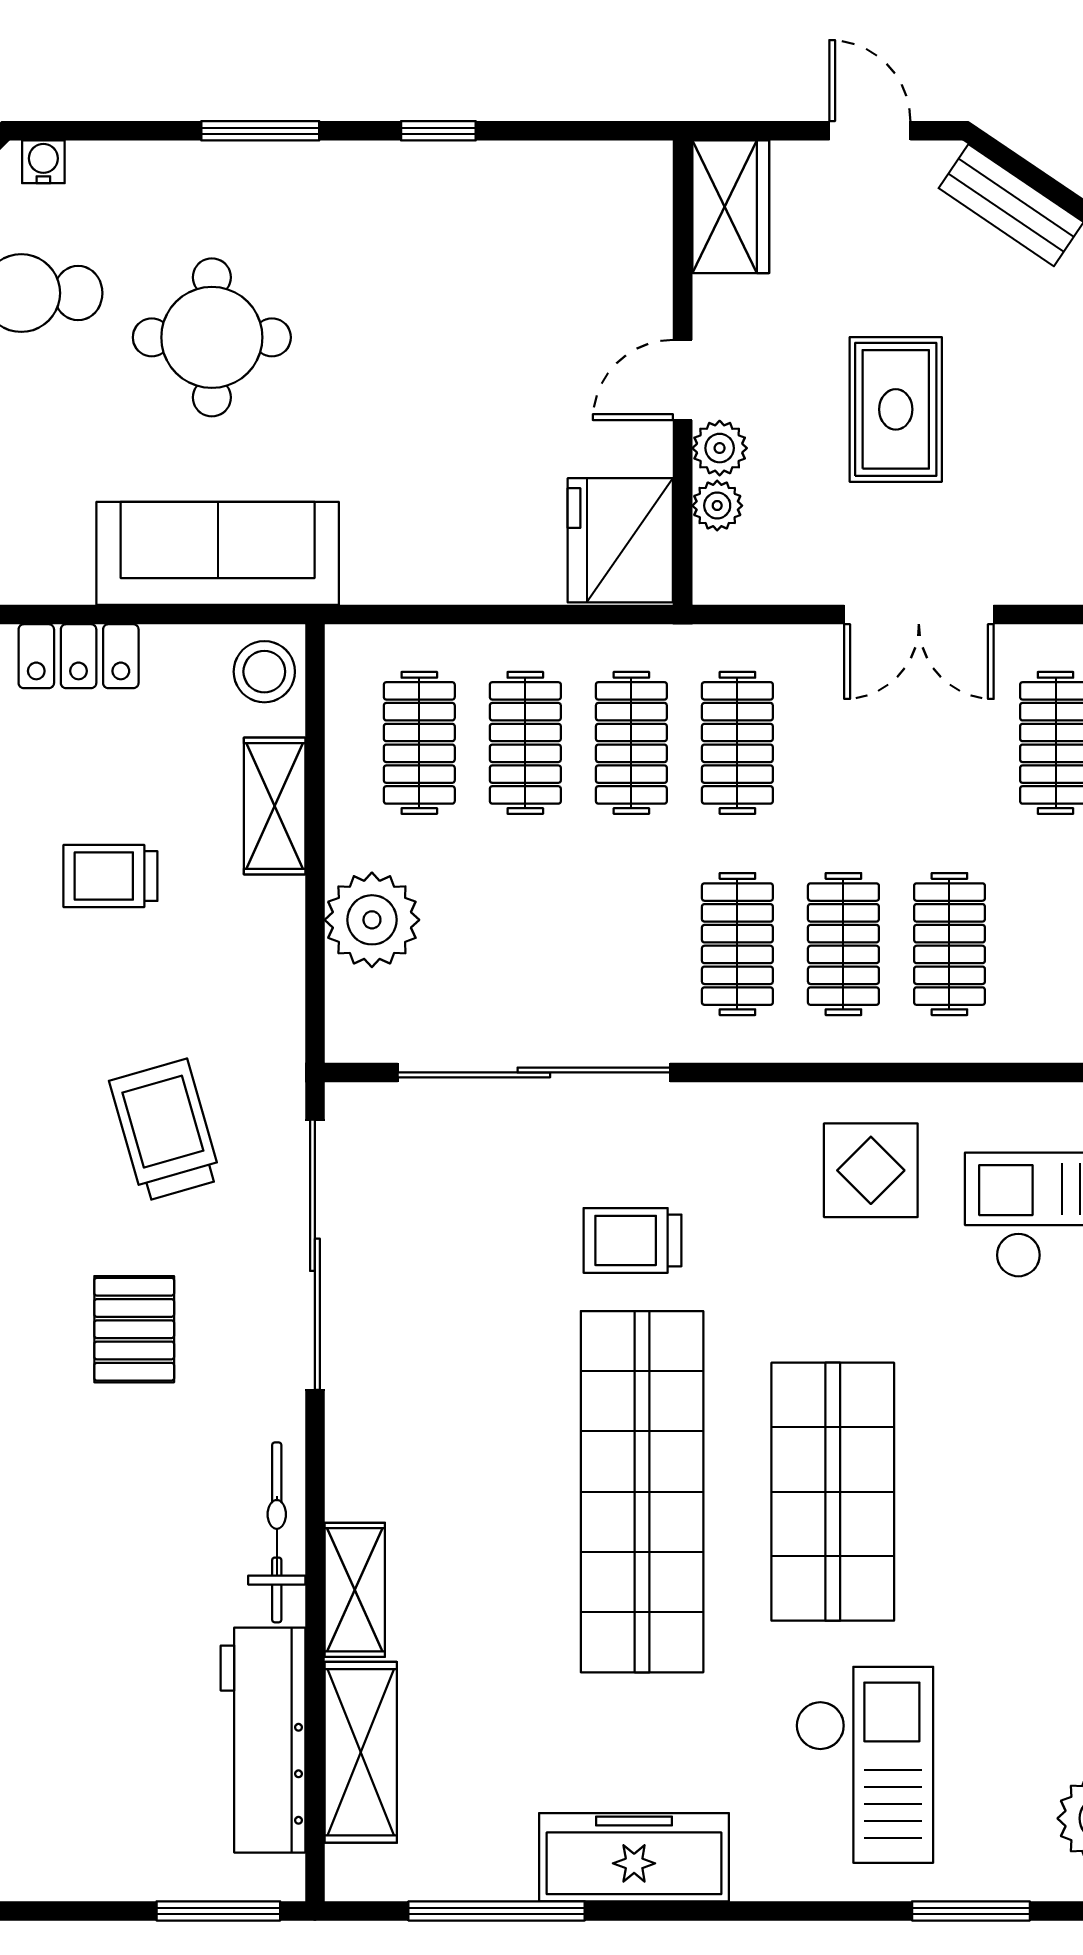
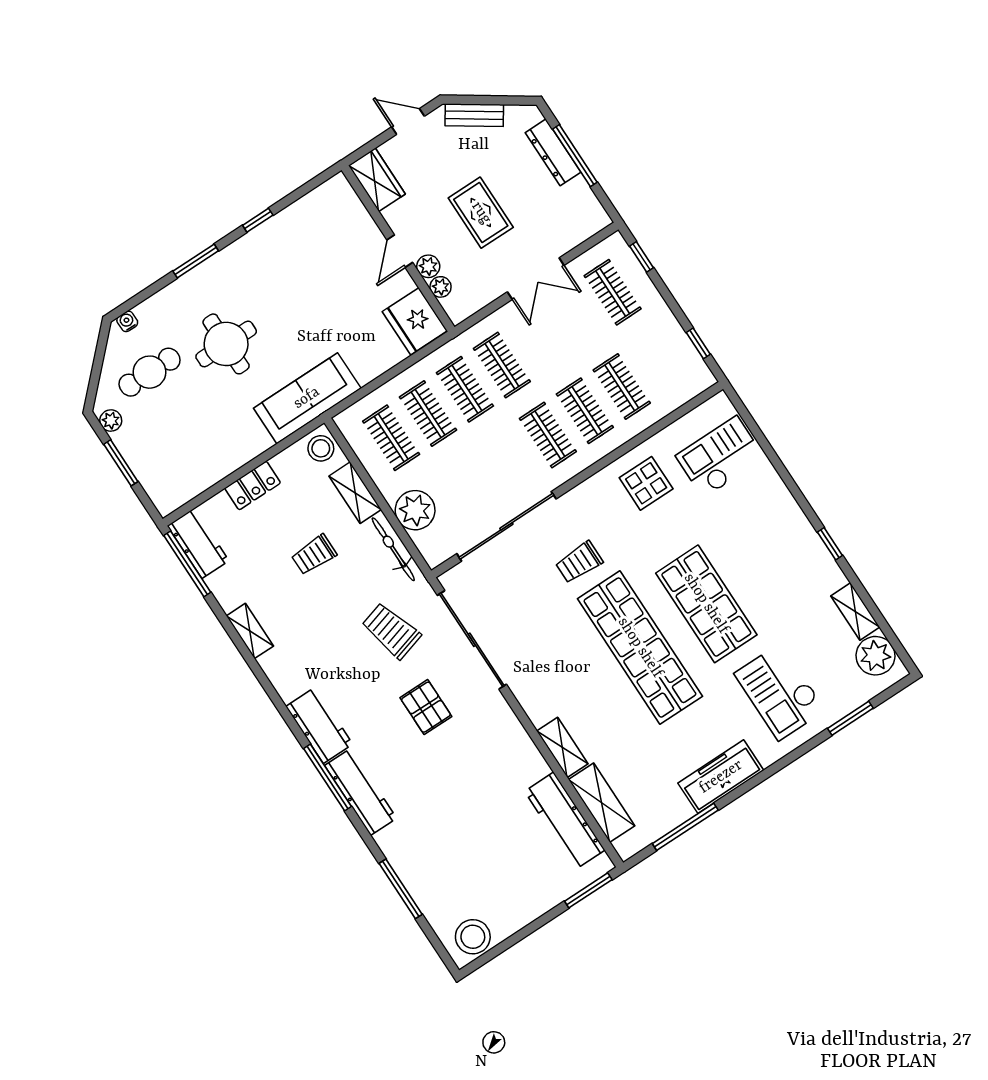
sofa: (218, 553) -> (307, 398), moved
bicycle: (277, 1532) -> (393, 549), moved
checkout: (864, 1765) -> (780, 692), turned 180

